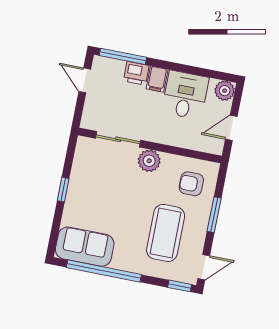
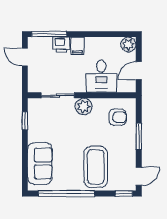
desk: (185, 95) -> (101, 76), moved, turned 180
armchair: (191, 184) -> (118, 117), turned 180
window: (63, 190) -> (25, 121), moved
coffee table: (166, 233) -> (96, 167), moved
sofa: (85, 247) -> (40, 163), moved, turned 90

